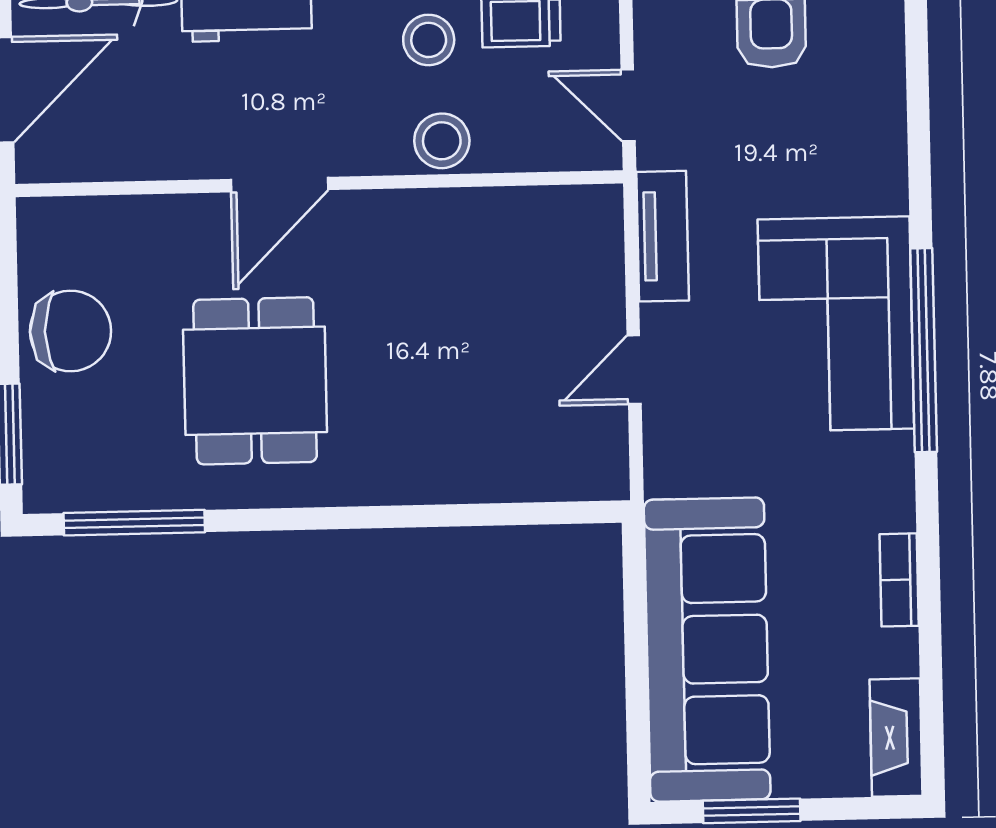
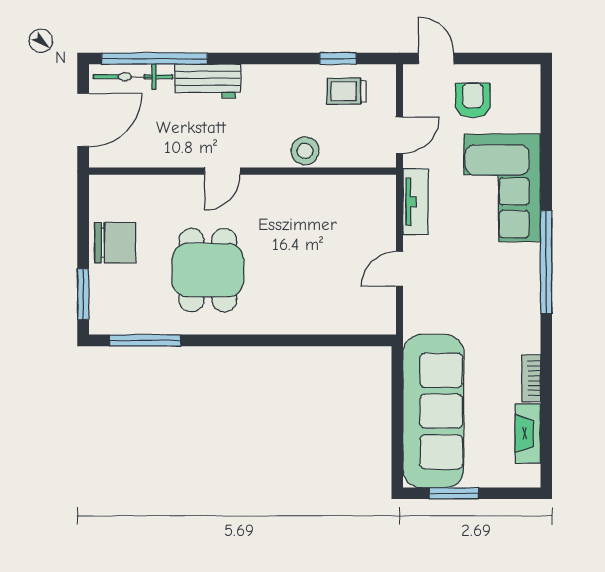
stool: (429, 40) -> (300, 100), removed
door: (628, 105) -> (400, 135), swing flipped
door: (279, 185) -> (222, 171), width x0.73
corner sofa: (836, 324) -> (502, 188), moved
fireplace: (896, 738) -> (528, 434), moved

